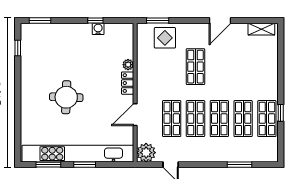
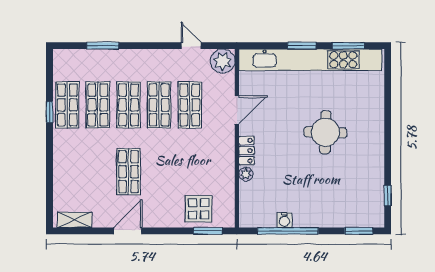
window: (95, 21) -> (288, 231), width x3.17
shop shelf: (195, 67) -> (129, 172), moved

